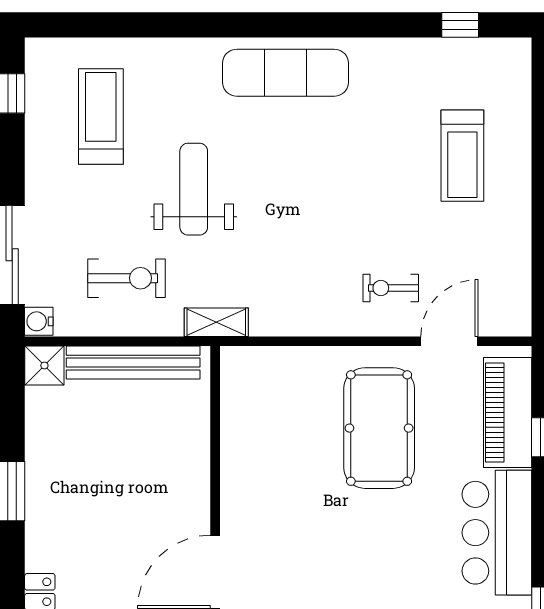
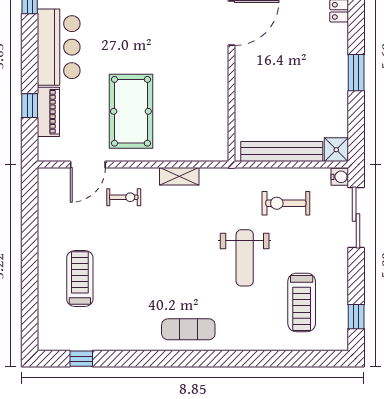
exercise mat: (286, 73) -> (188, 329), width x0.73, depth x0.69
shelving: (216, 322) -> (179, 176), moved
piano: (508, 413) -> (48, 112), width x0.73, depth x0.75

